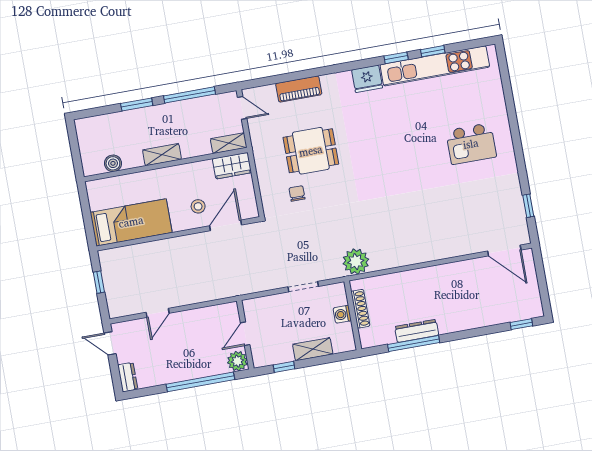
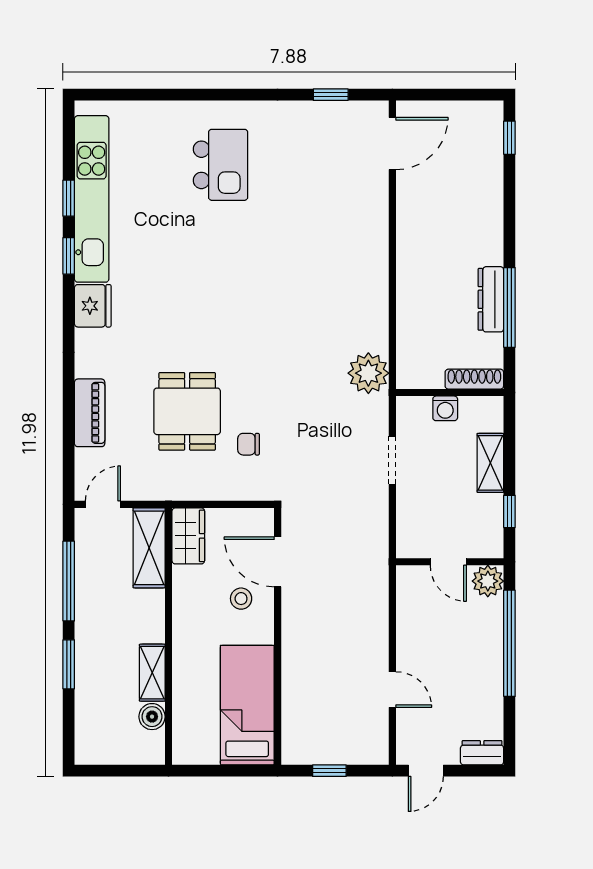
shelving: (229, 143) -> (149, 548), width x1.50, depth x1.33
shelving: (162, 155) -> (152, 673), moved
shoe rack: (360, 309) -> (474, 379), moved

